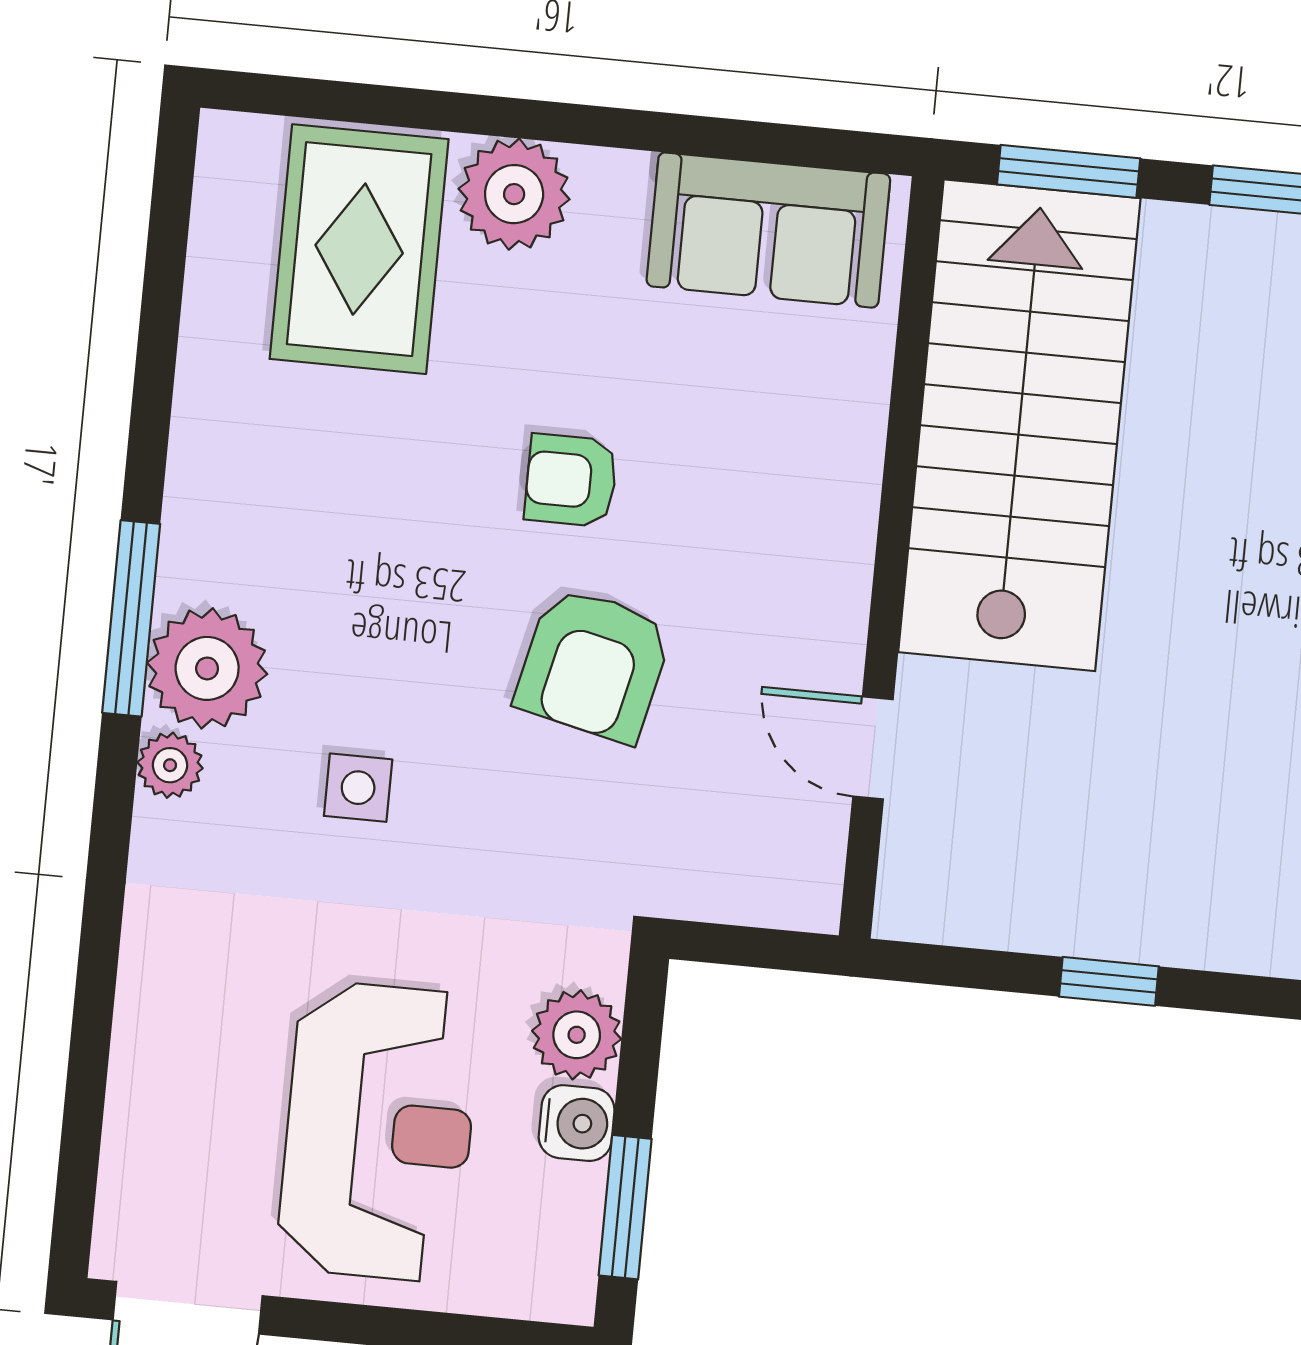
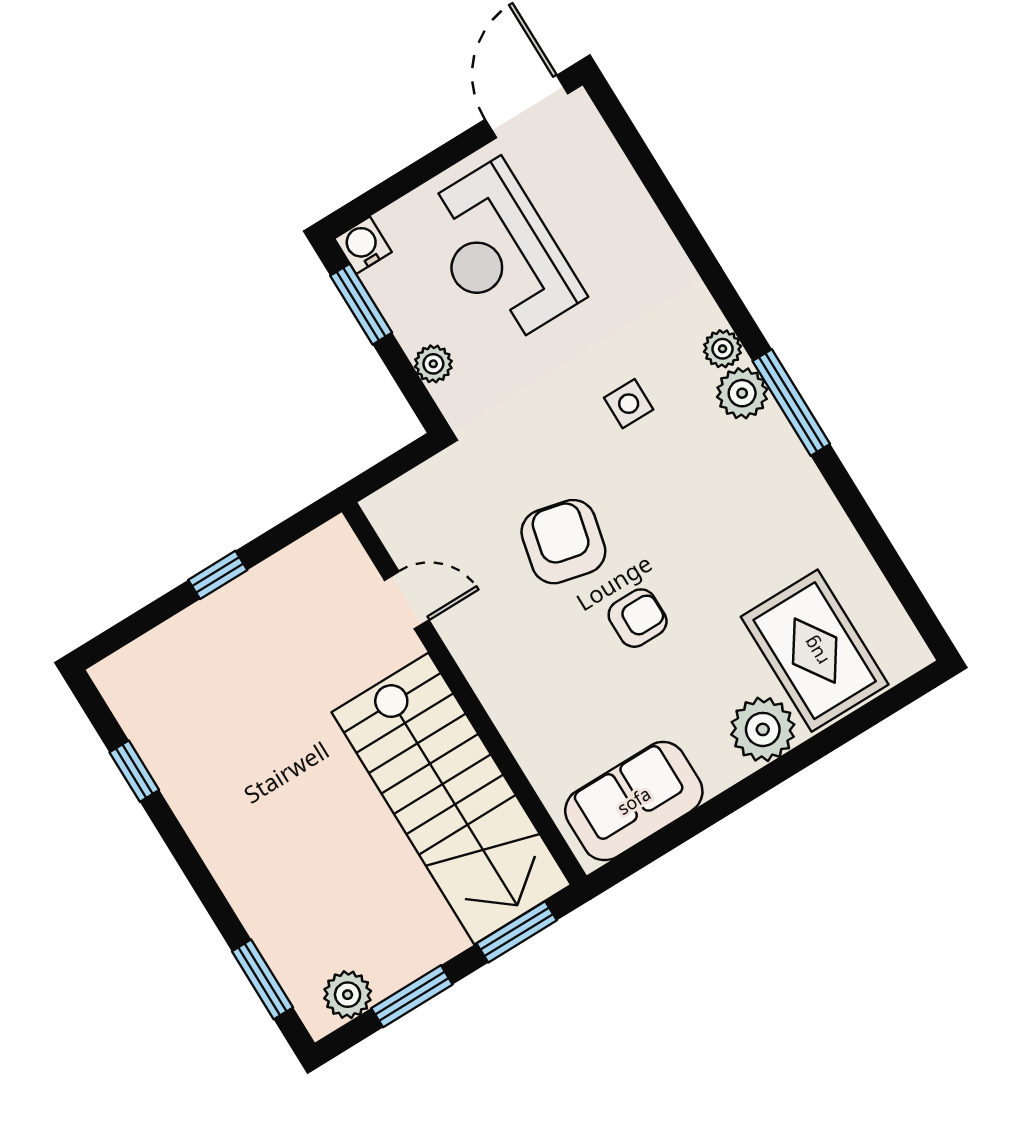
plant: (207, 668) -> (742, 393), width x0.73, depth x0.73
plant: (577, 1035) -> (433, 364), width x0.73, depth x0.73
water cooler: (577, 1123) -> (363, 245), moved, turned 90

